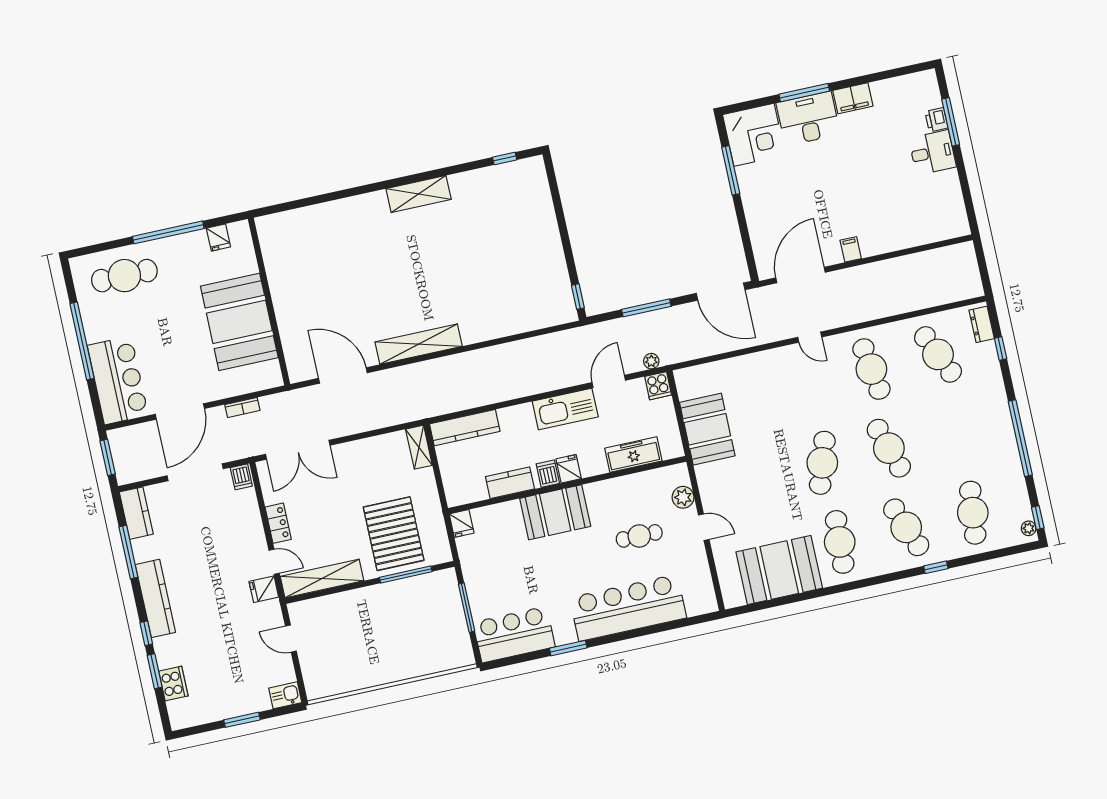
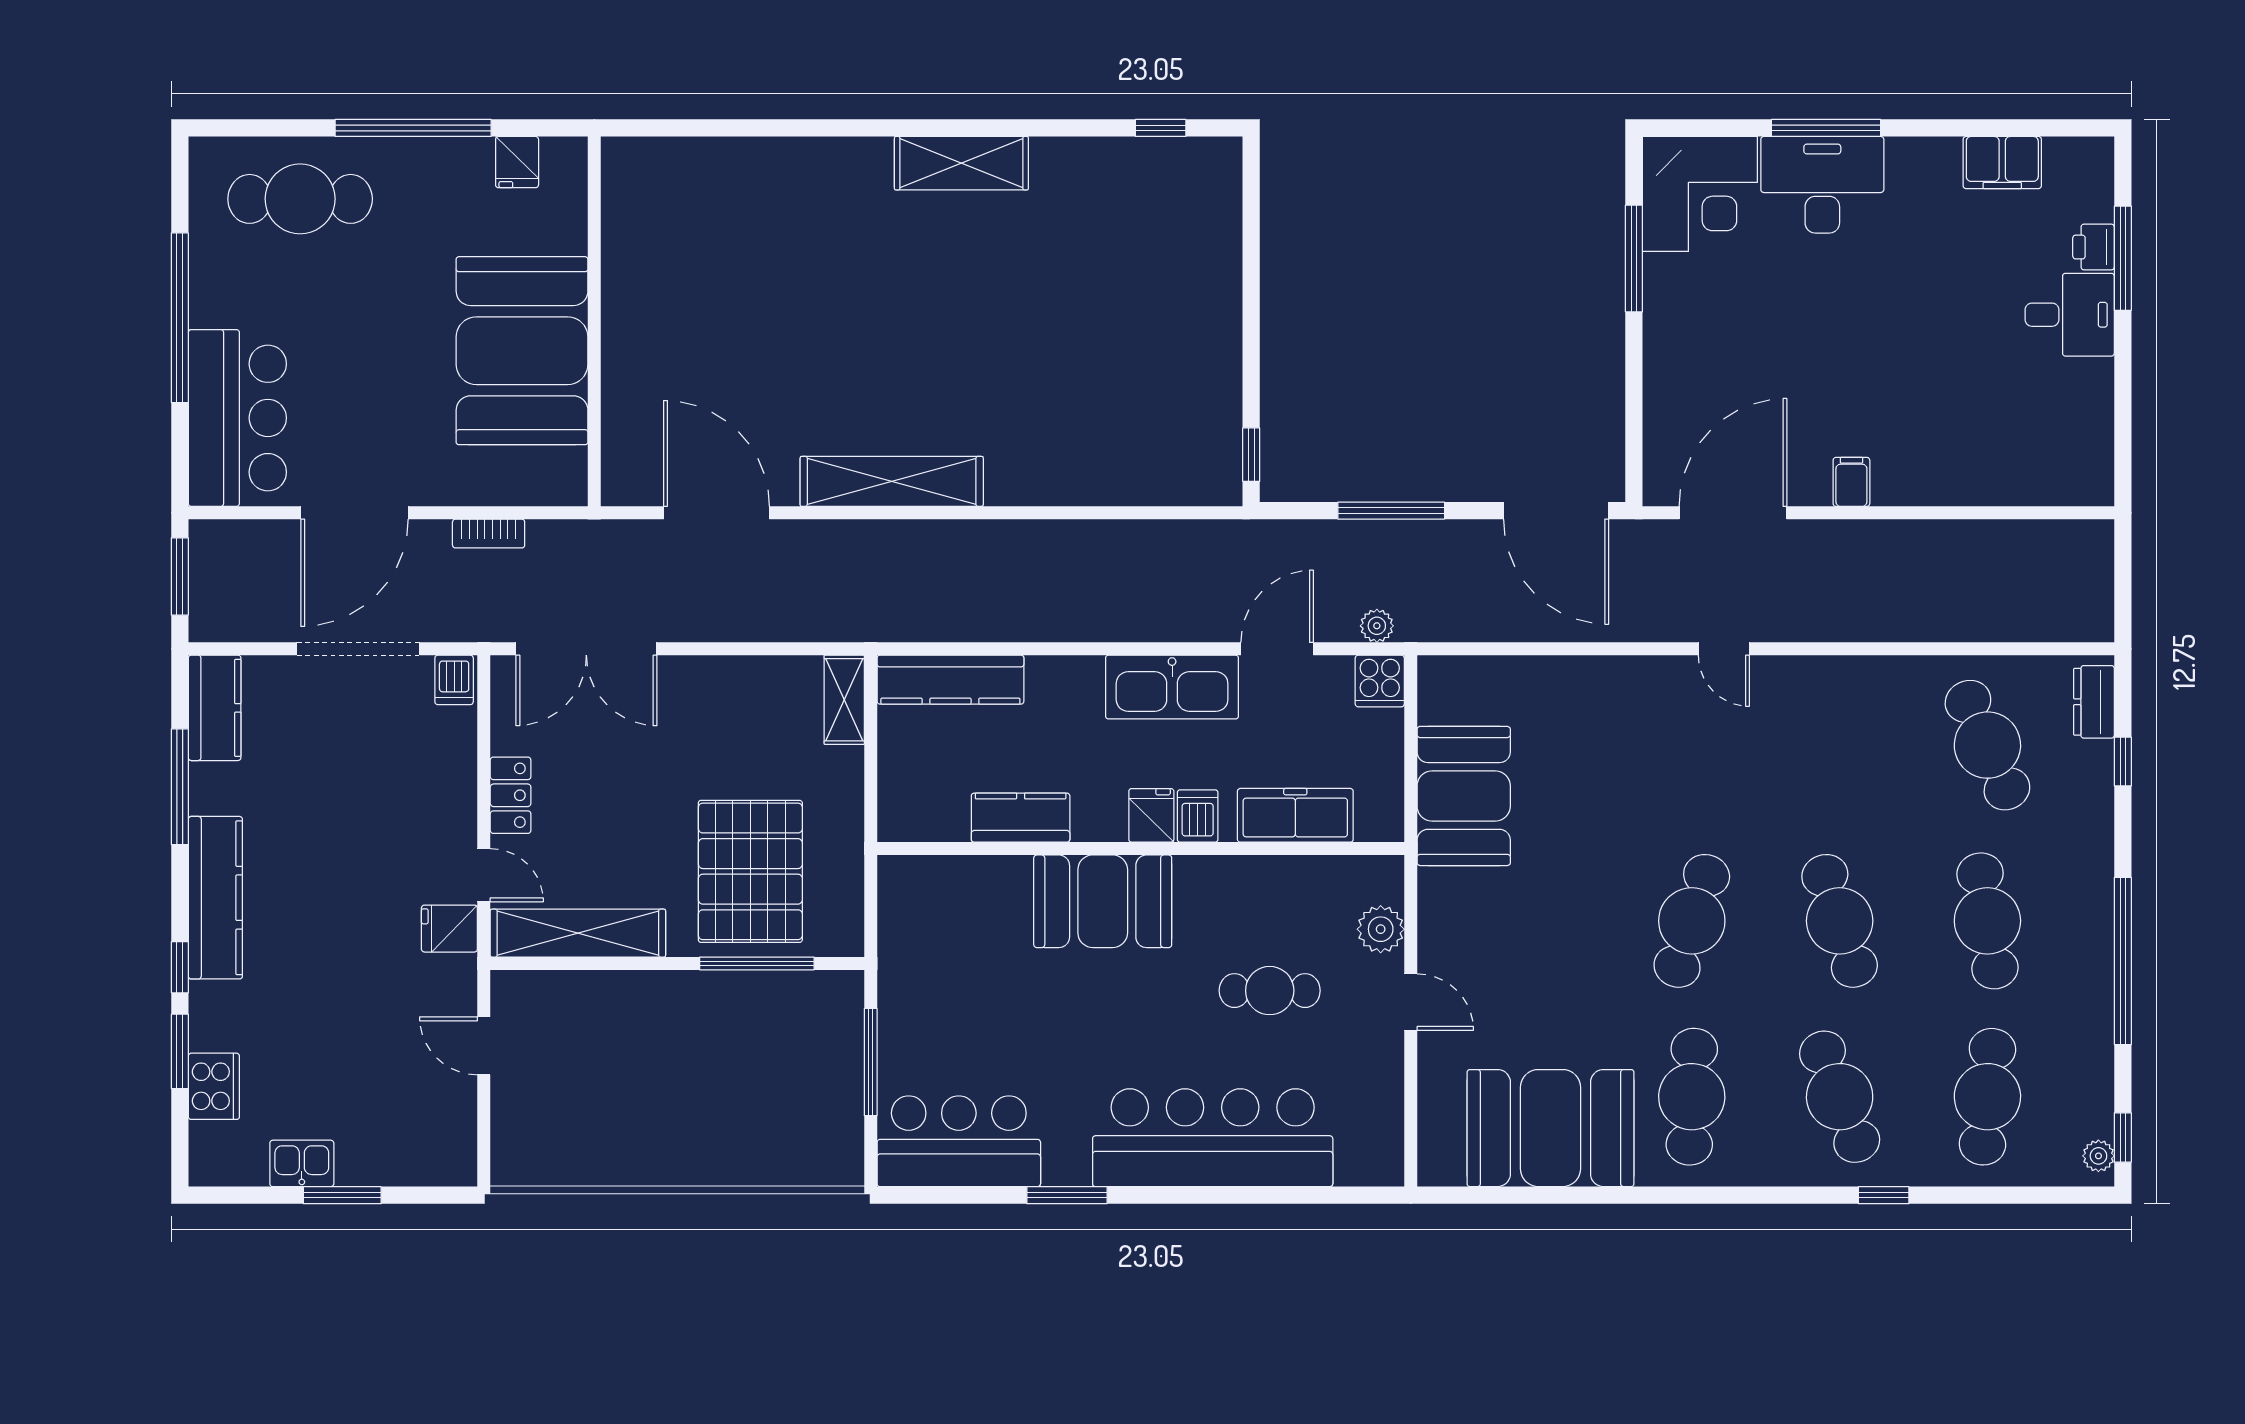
filing cabinet: (853, 98) -> (2002, 163), moved
cafe table: (871, 369) -> (1987, 921), moved
dishwasher: (548, 474) -> (1198, 816), moved
fridge: (462, 523) -> (899, 881), removed
kitchen sink: (285, 695) -> (302, 1163), moved

